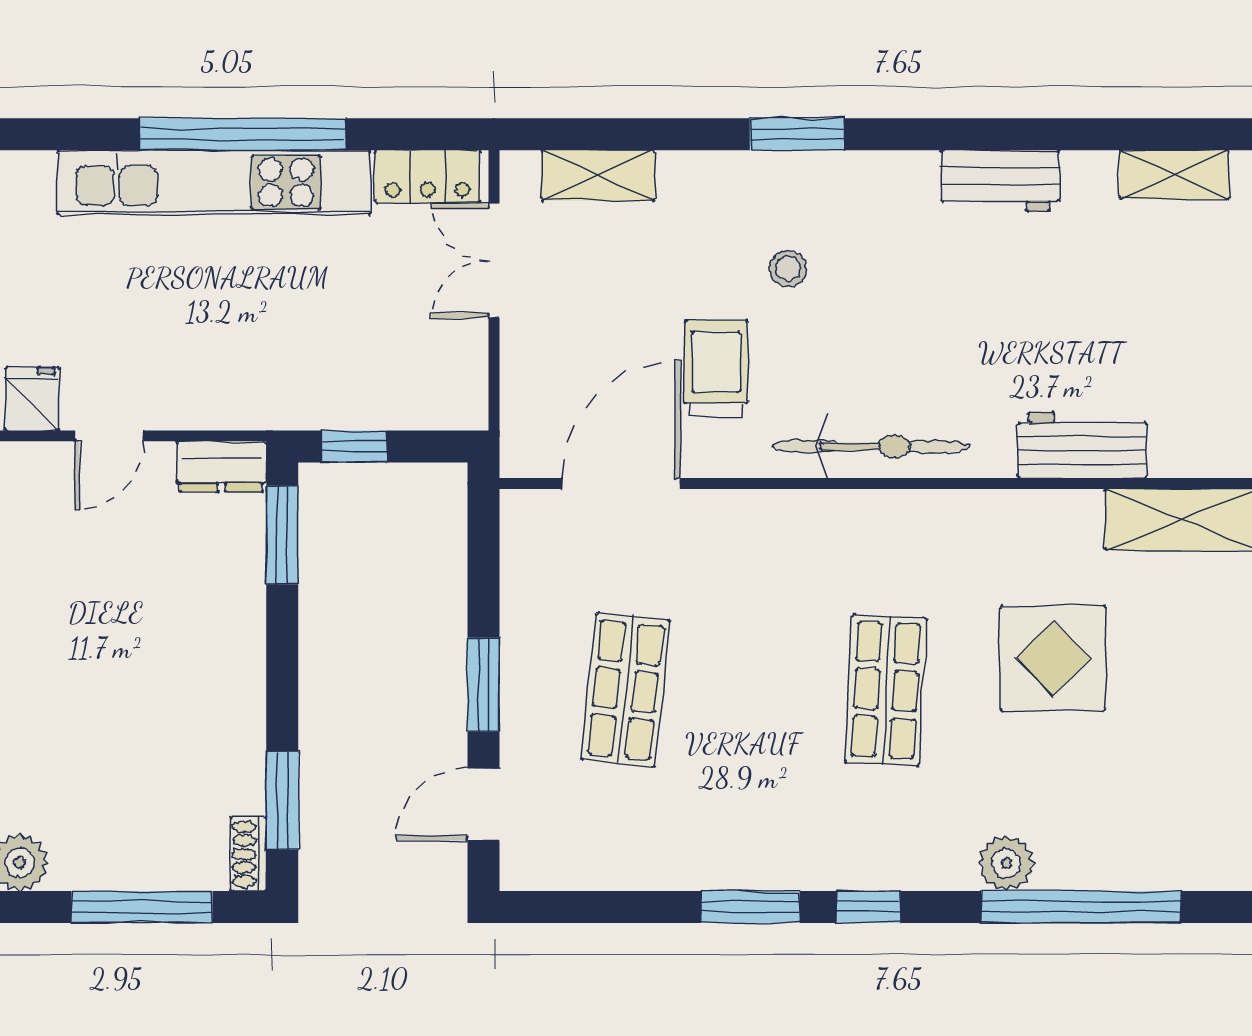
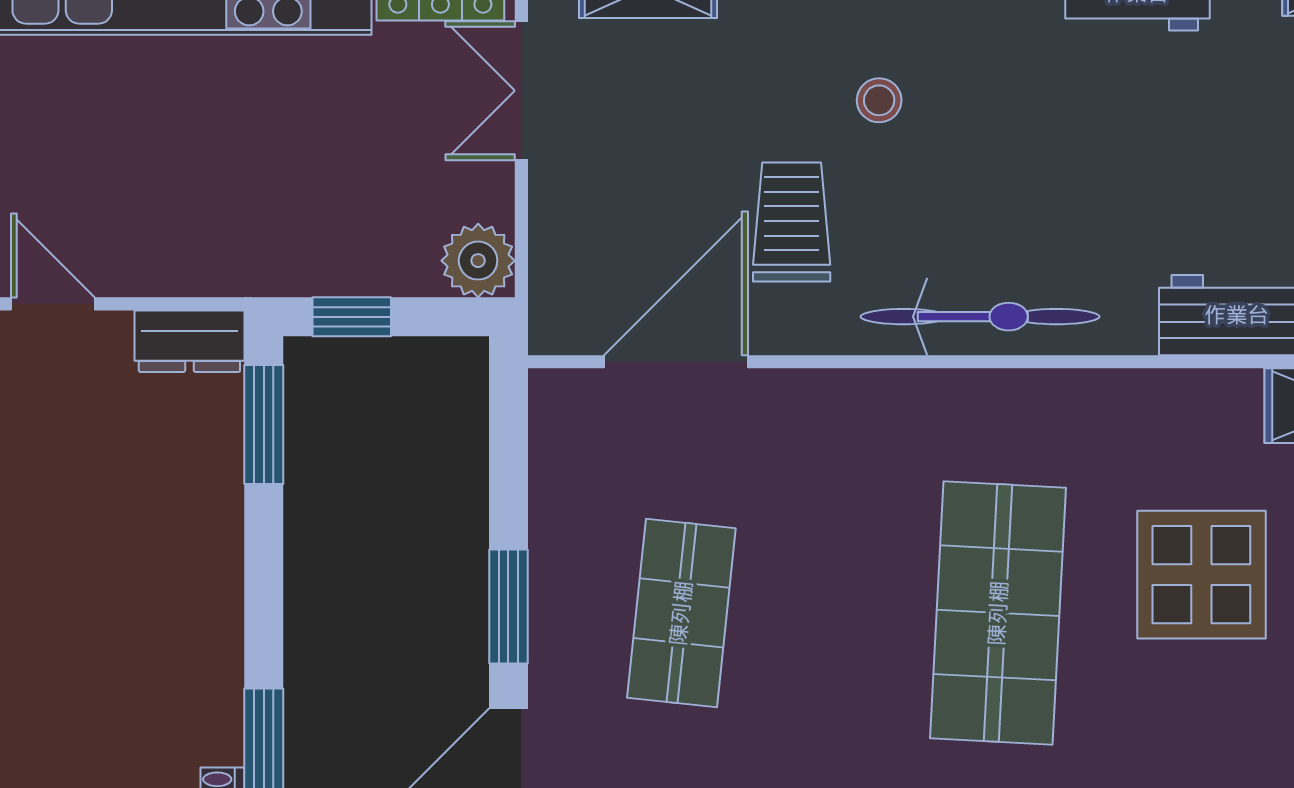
plant: (458, 400) -> (478, 261), added
door: (109, 436) -> (53, 304), swing flipped
shop shelf: (886, 690) -> (998, 613), width x1.43, depth x1.36

